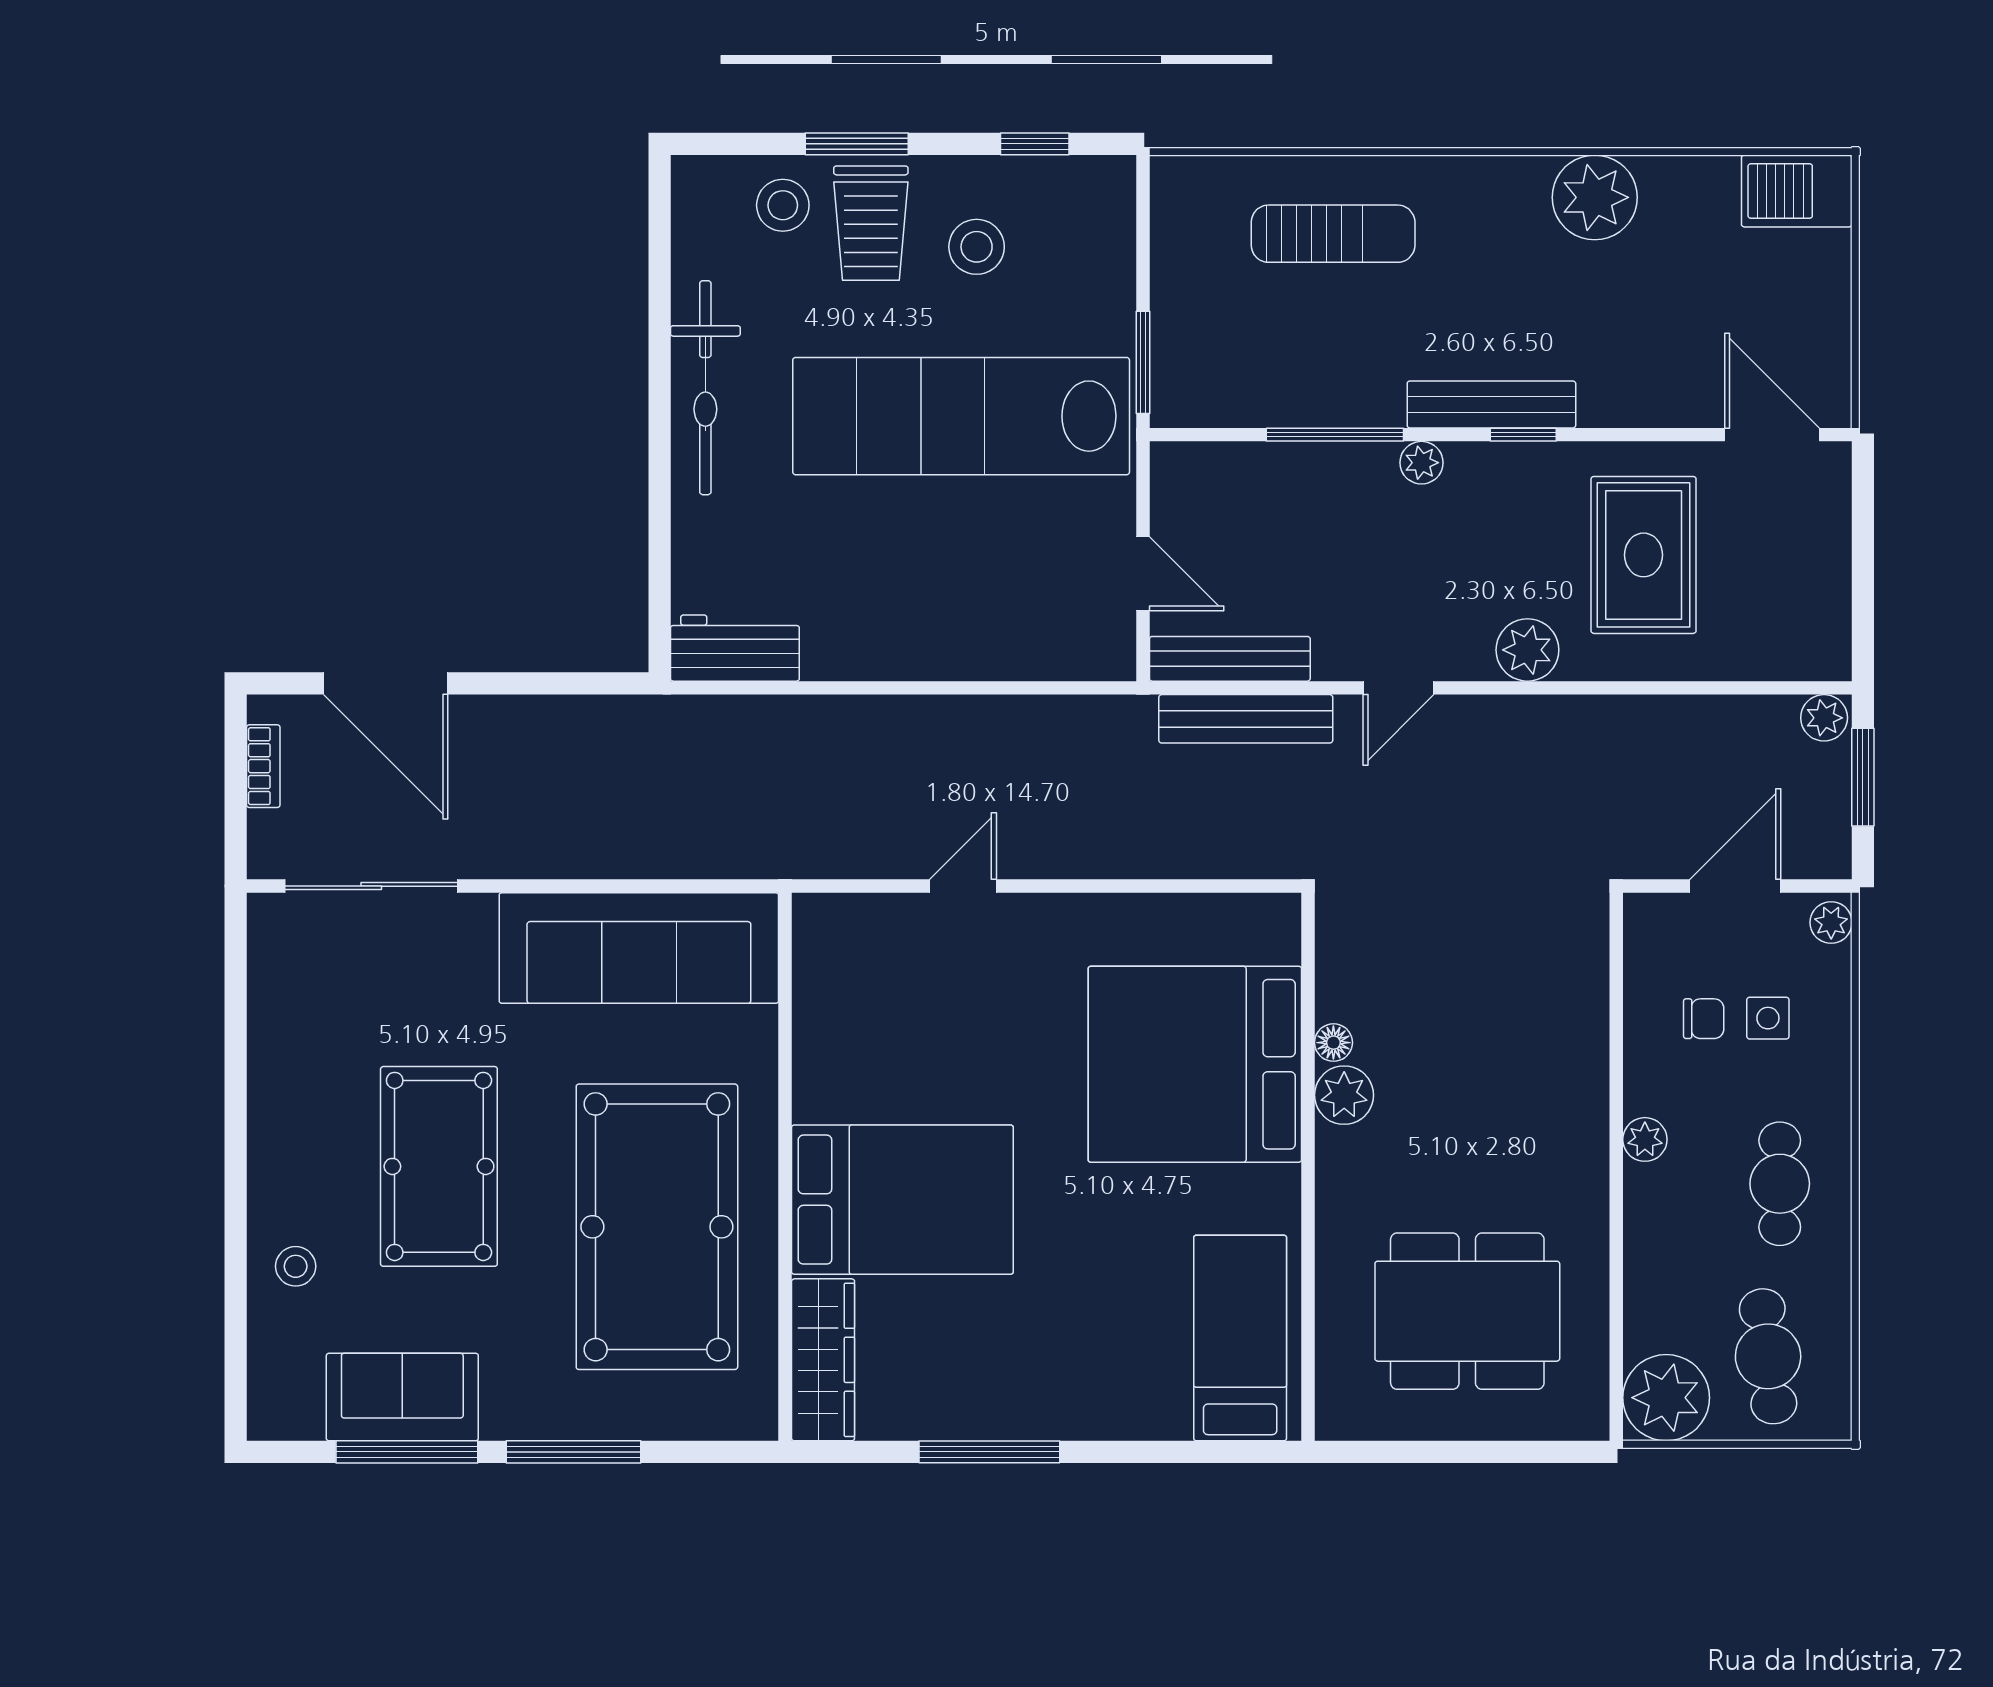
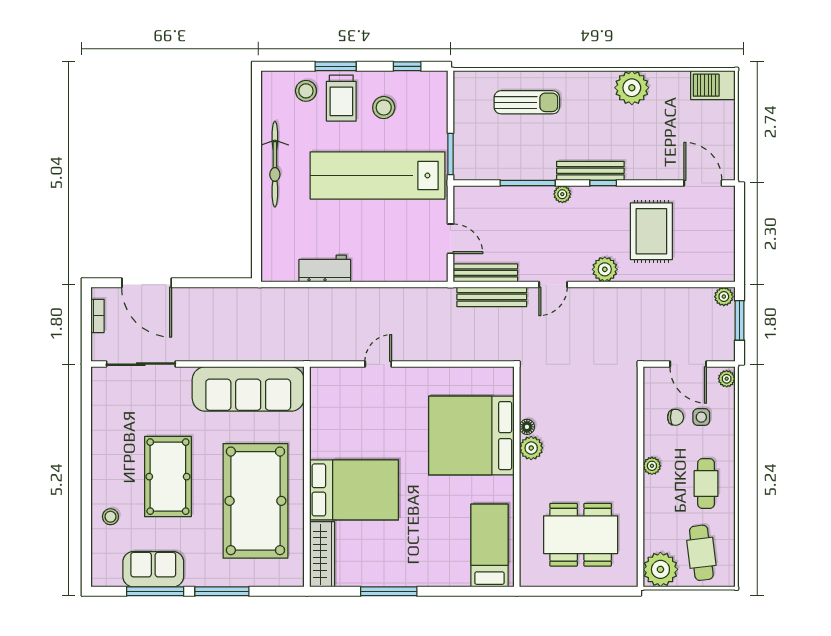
workbench: (735, 648) -> (325, 269), moved
door: (1735, 886) -> (688, 364), swing flipped

